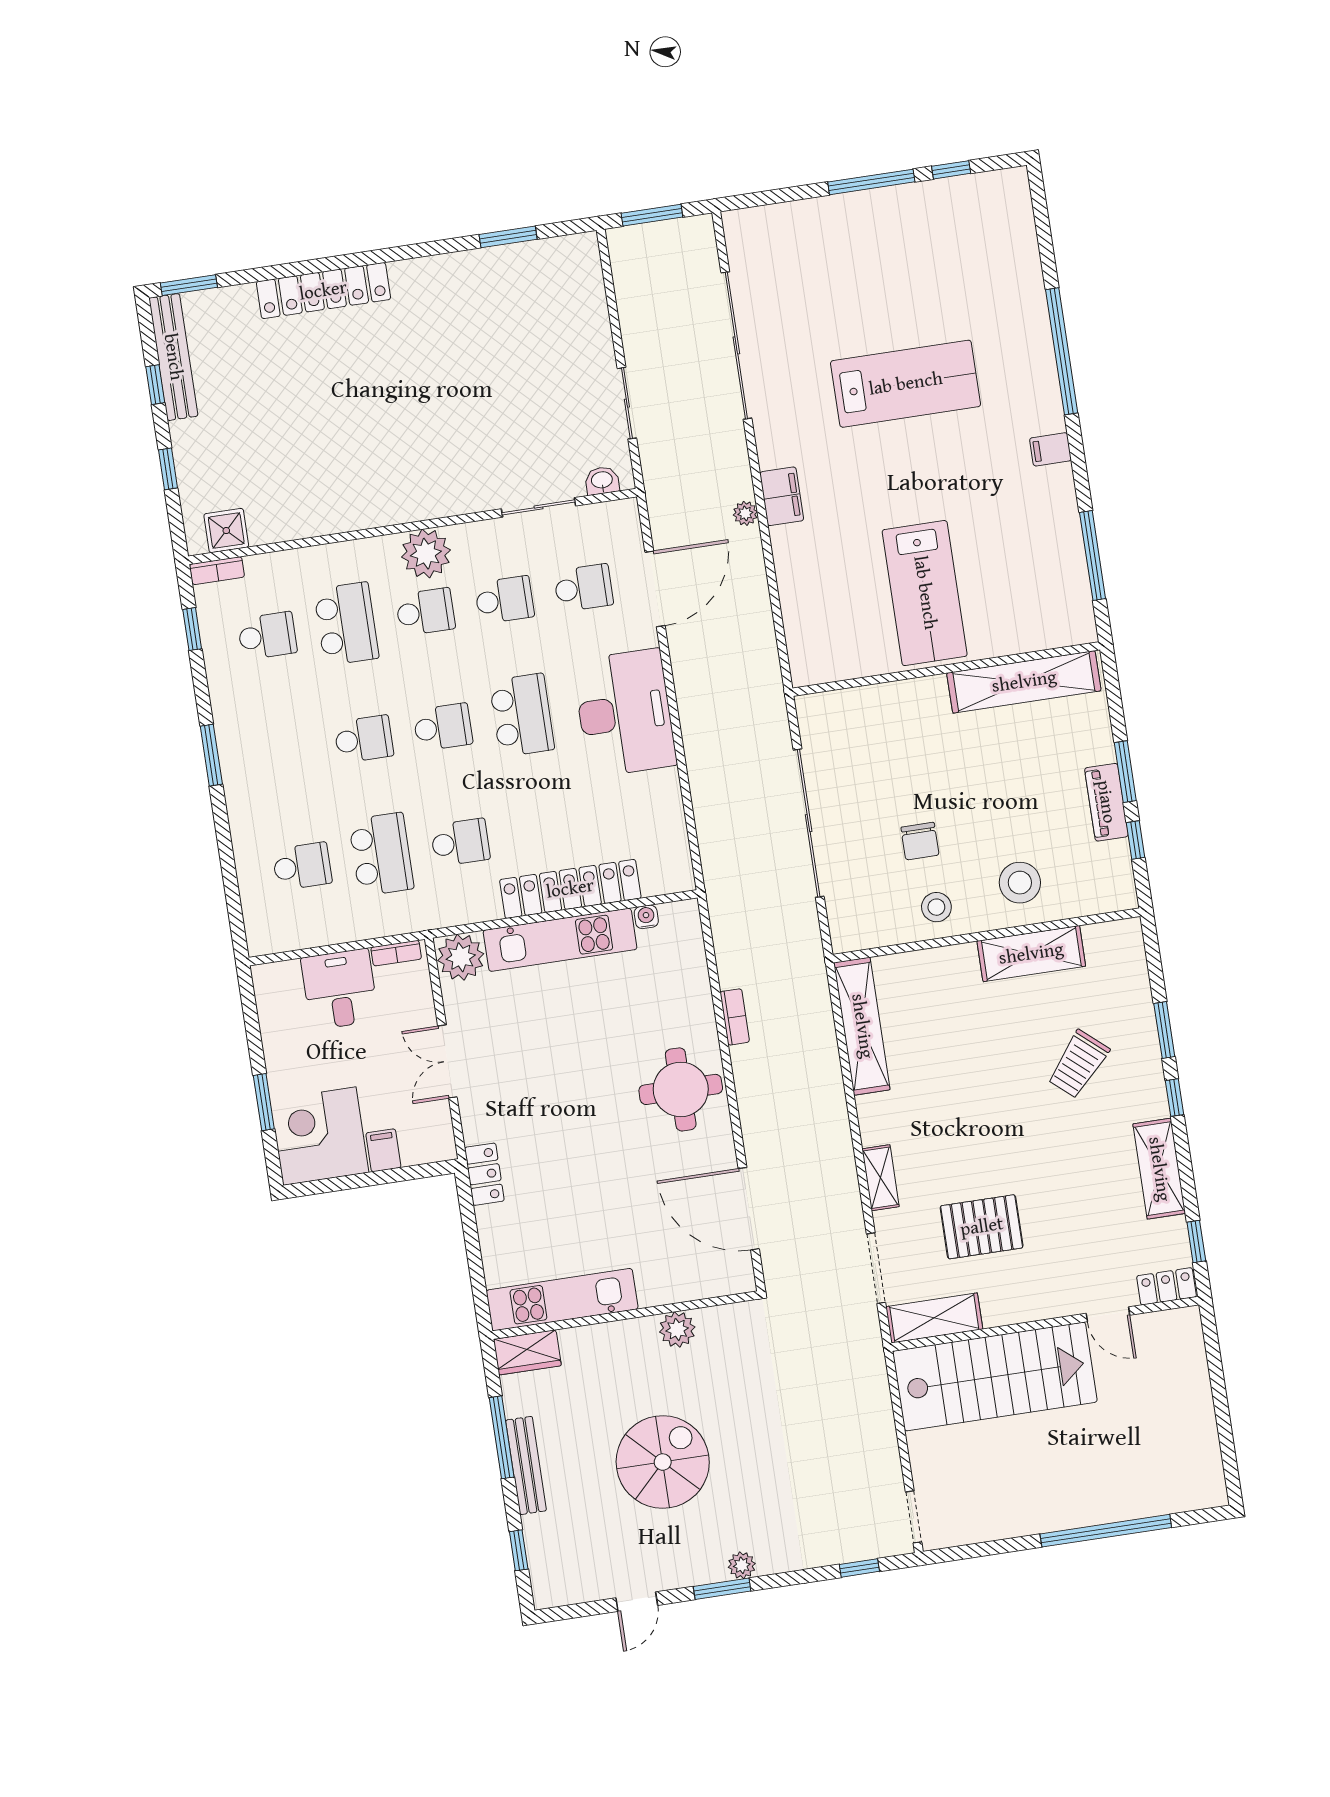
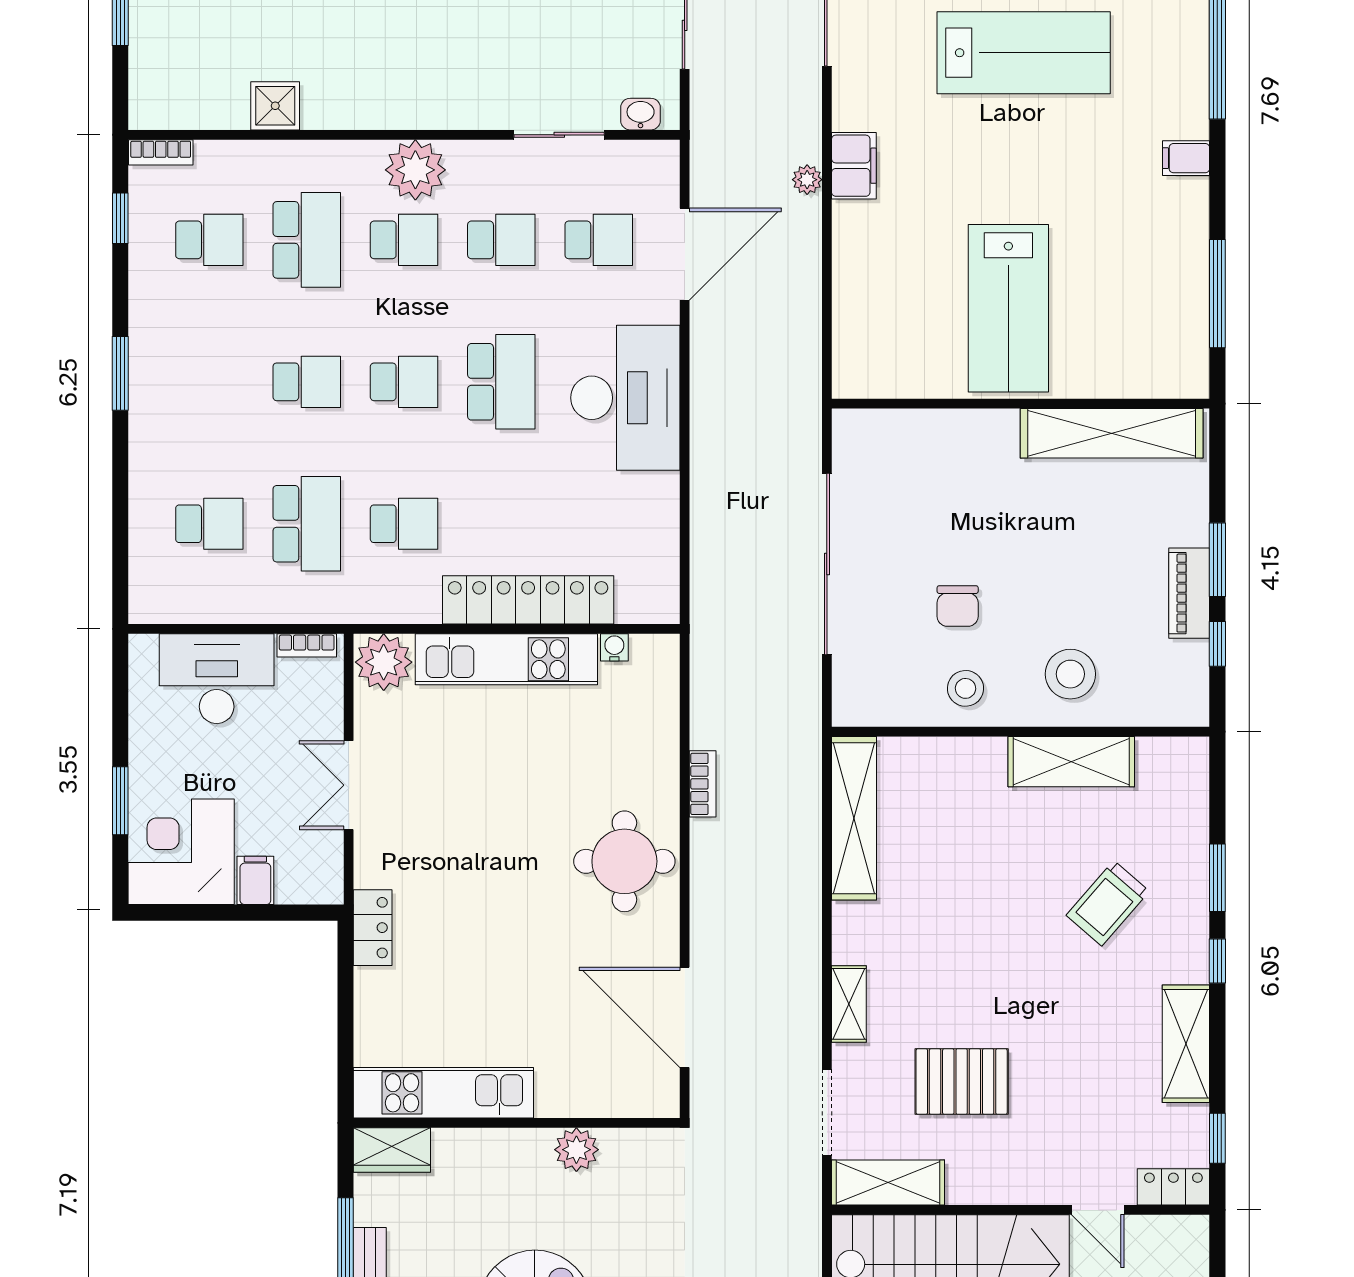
shower: (226, 531) -> (275, 106), moved
desk: (340, 989) -> (217, 679), width x1.37

